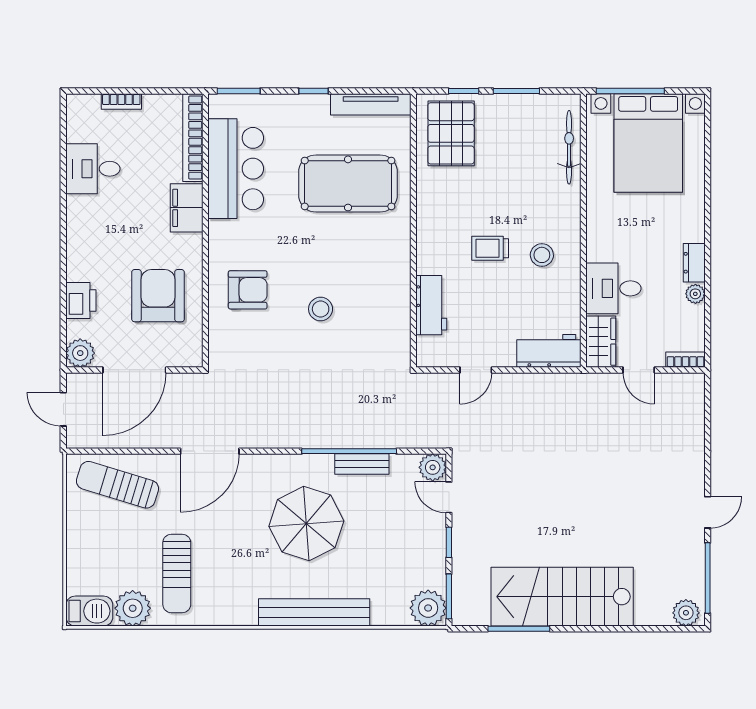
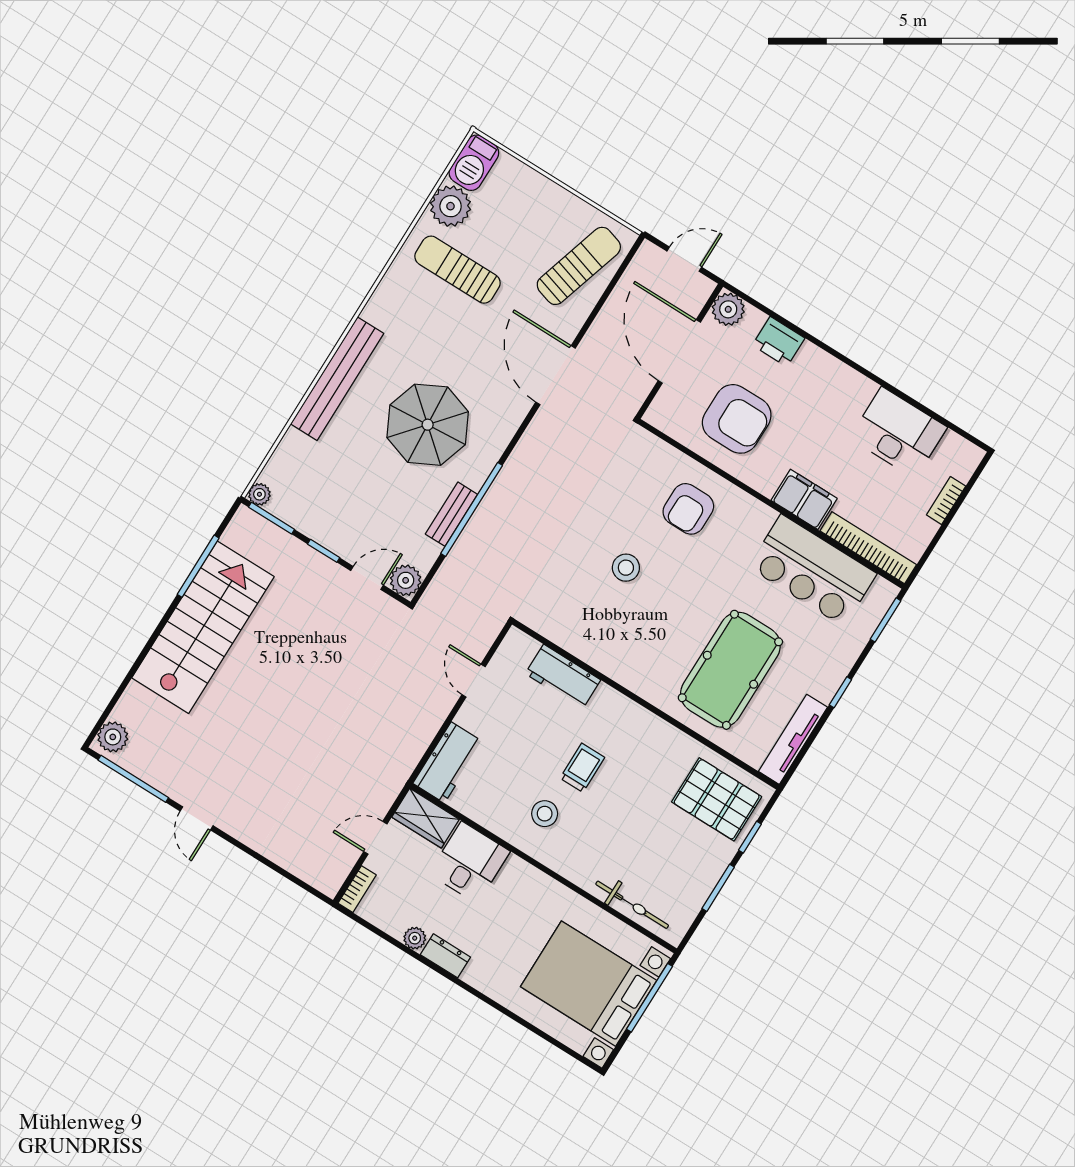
desk: (93, 169) -> (898, 433), width x1.37
plant: (428, 608) -> (259, 494), width x0.53, depth x0.53

